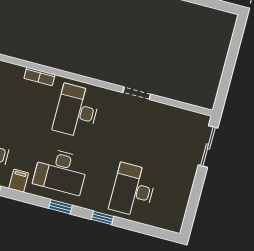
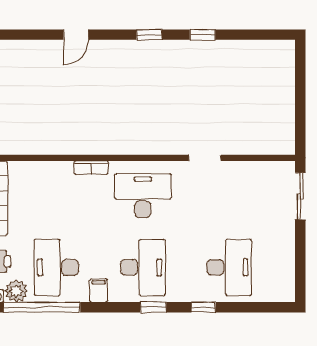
desk: (77, 111) -> (143, 196), turned 90
desk: (61, 171) -> (143, 267), turned -90
desk: (133, 190) -> (229, 267), turned 180

